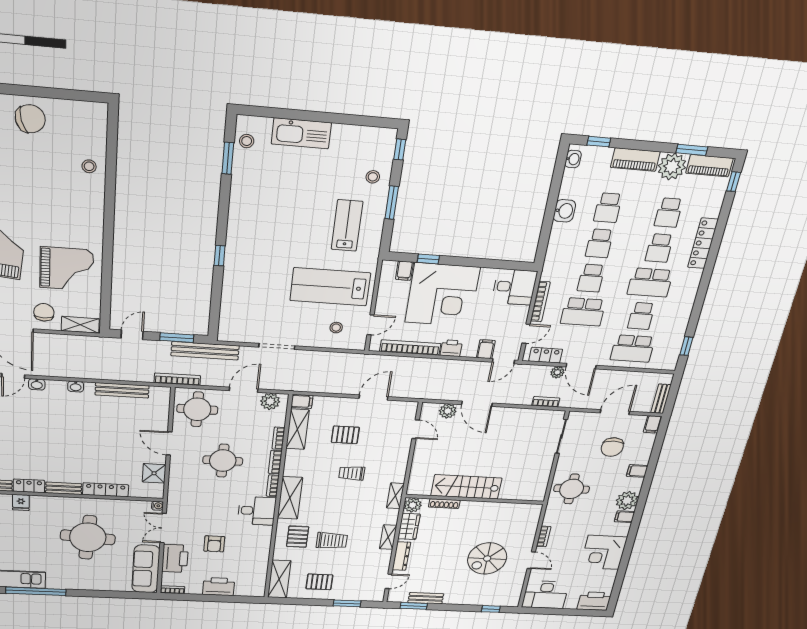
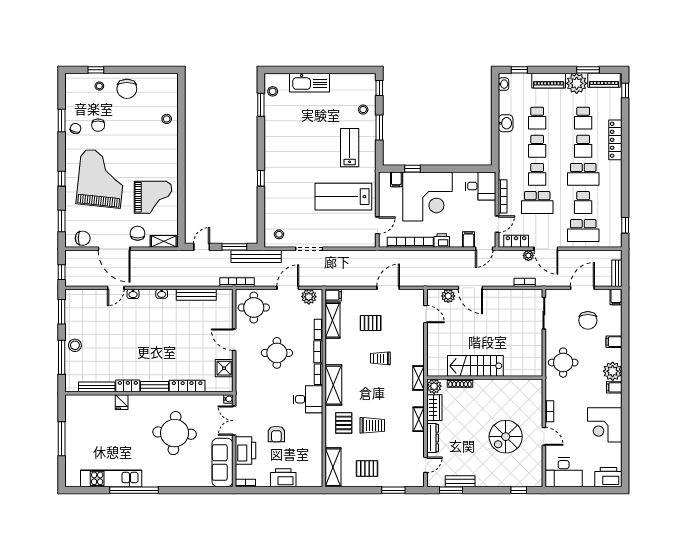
chair: (30, 119) -> (127, 89), turned 106
stool: (336, 328) -> (279, 234), moved

